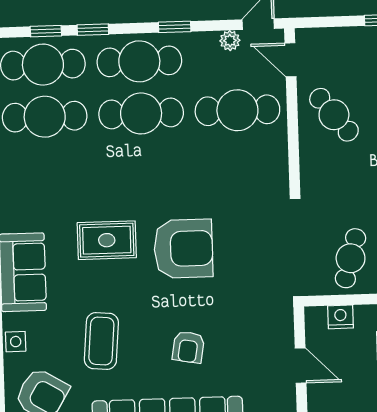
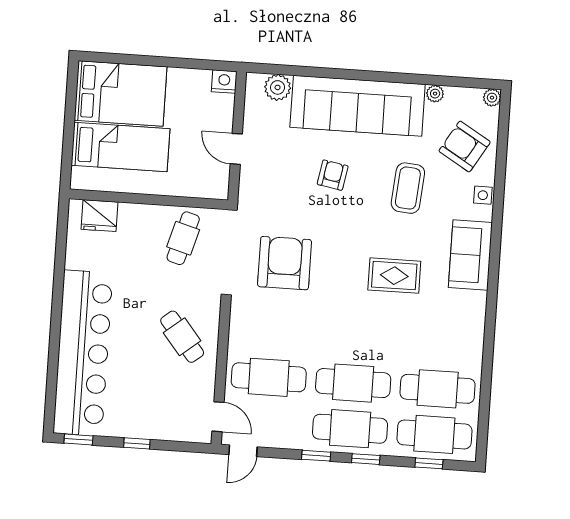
window: (93, 30) -> (366, 459), moved
plant: (230, 41) -> (269, 439), removed
cafe table: (334, 115) -> (182, 337), moved
armchair: (183, 249) -> (285, 263), moved, turned 90
nightstand: (340, 317) -> (197, 188), removed

